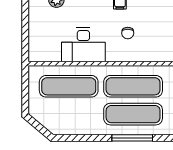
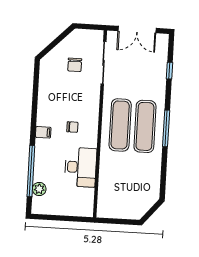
exercise mat: (69, 86) -> (117, 182), removed

